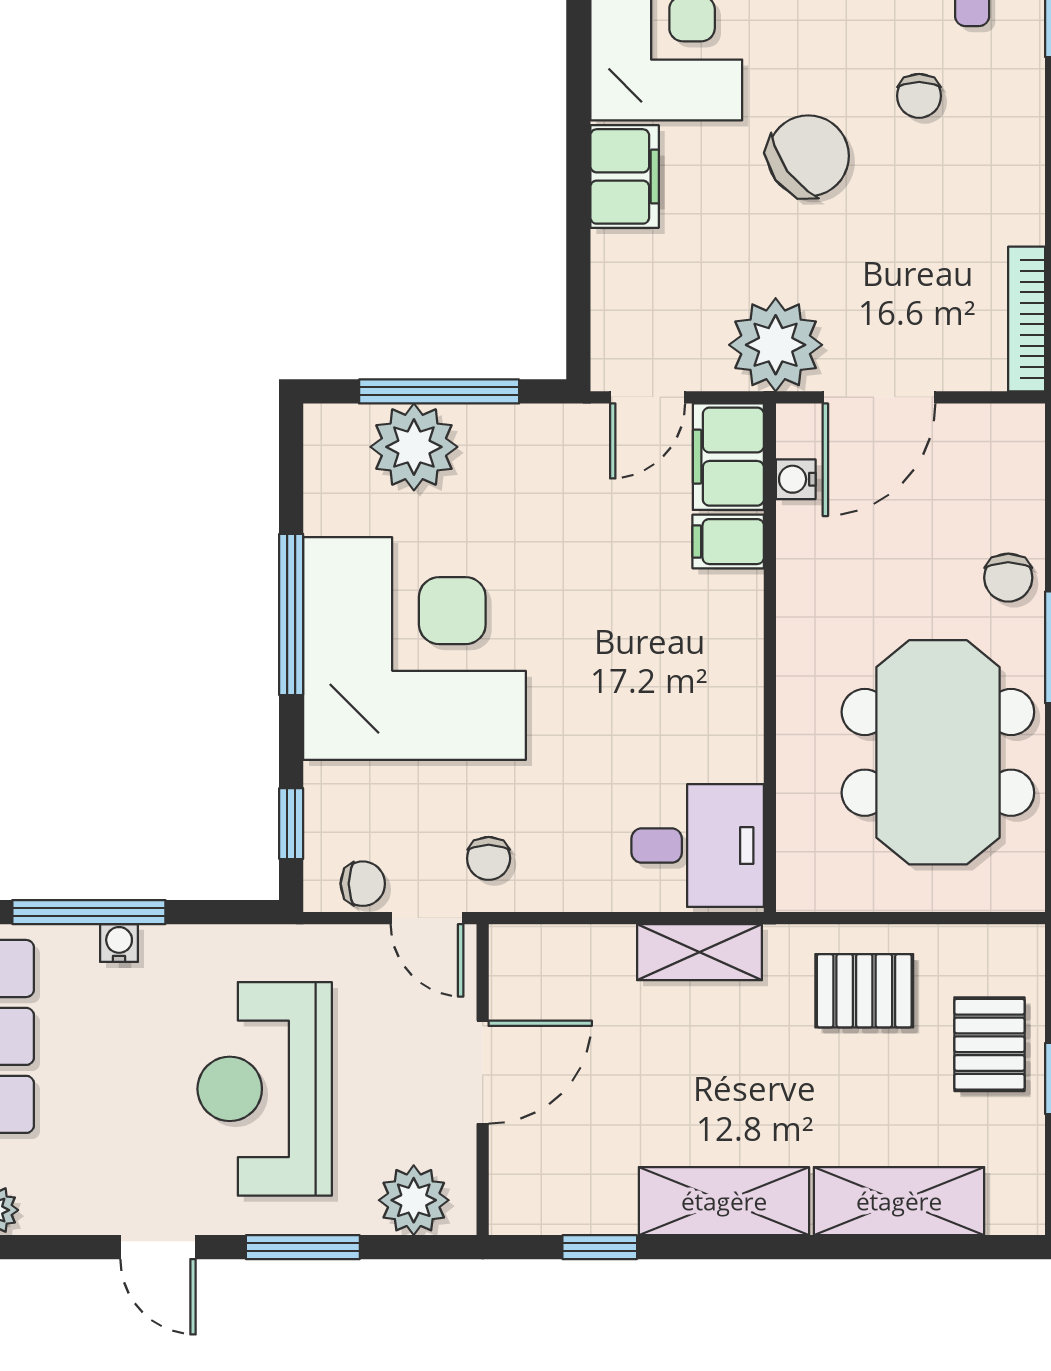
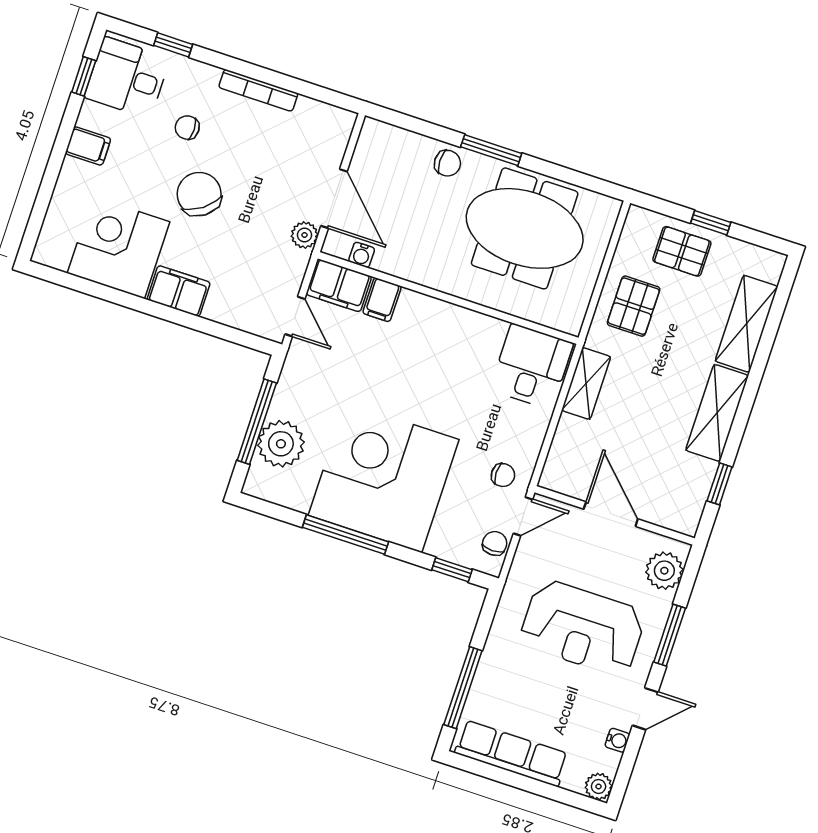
chair: (919, 96) -> (187, 128), turned 180
bookcase: (1027, 319) -> (258, 90), moved
plant: (776, 345) -> (305, 235), width x0.53, depth x0.53
water cooler: (119, 943) -> (617, 740), moved, turned 180

